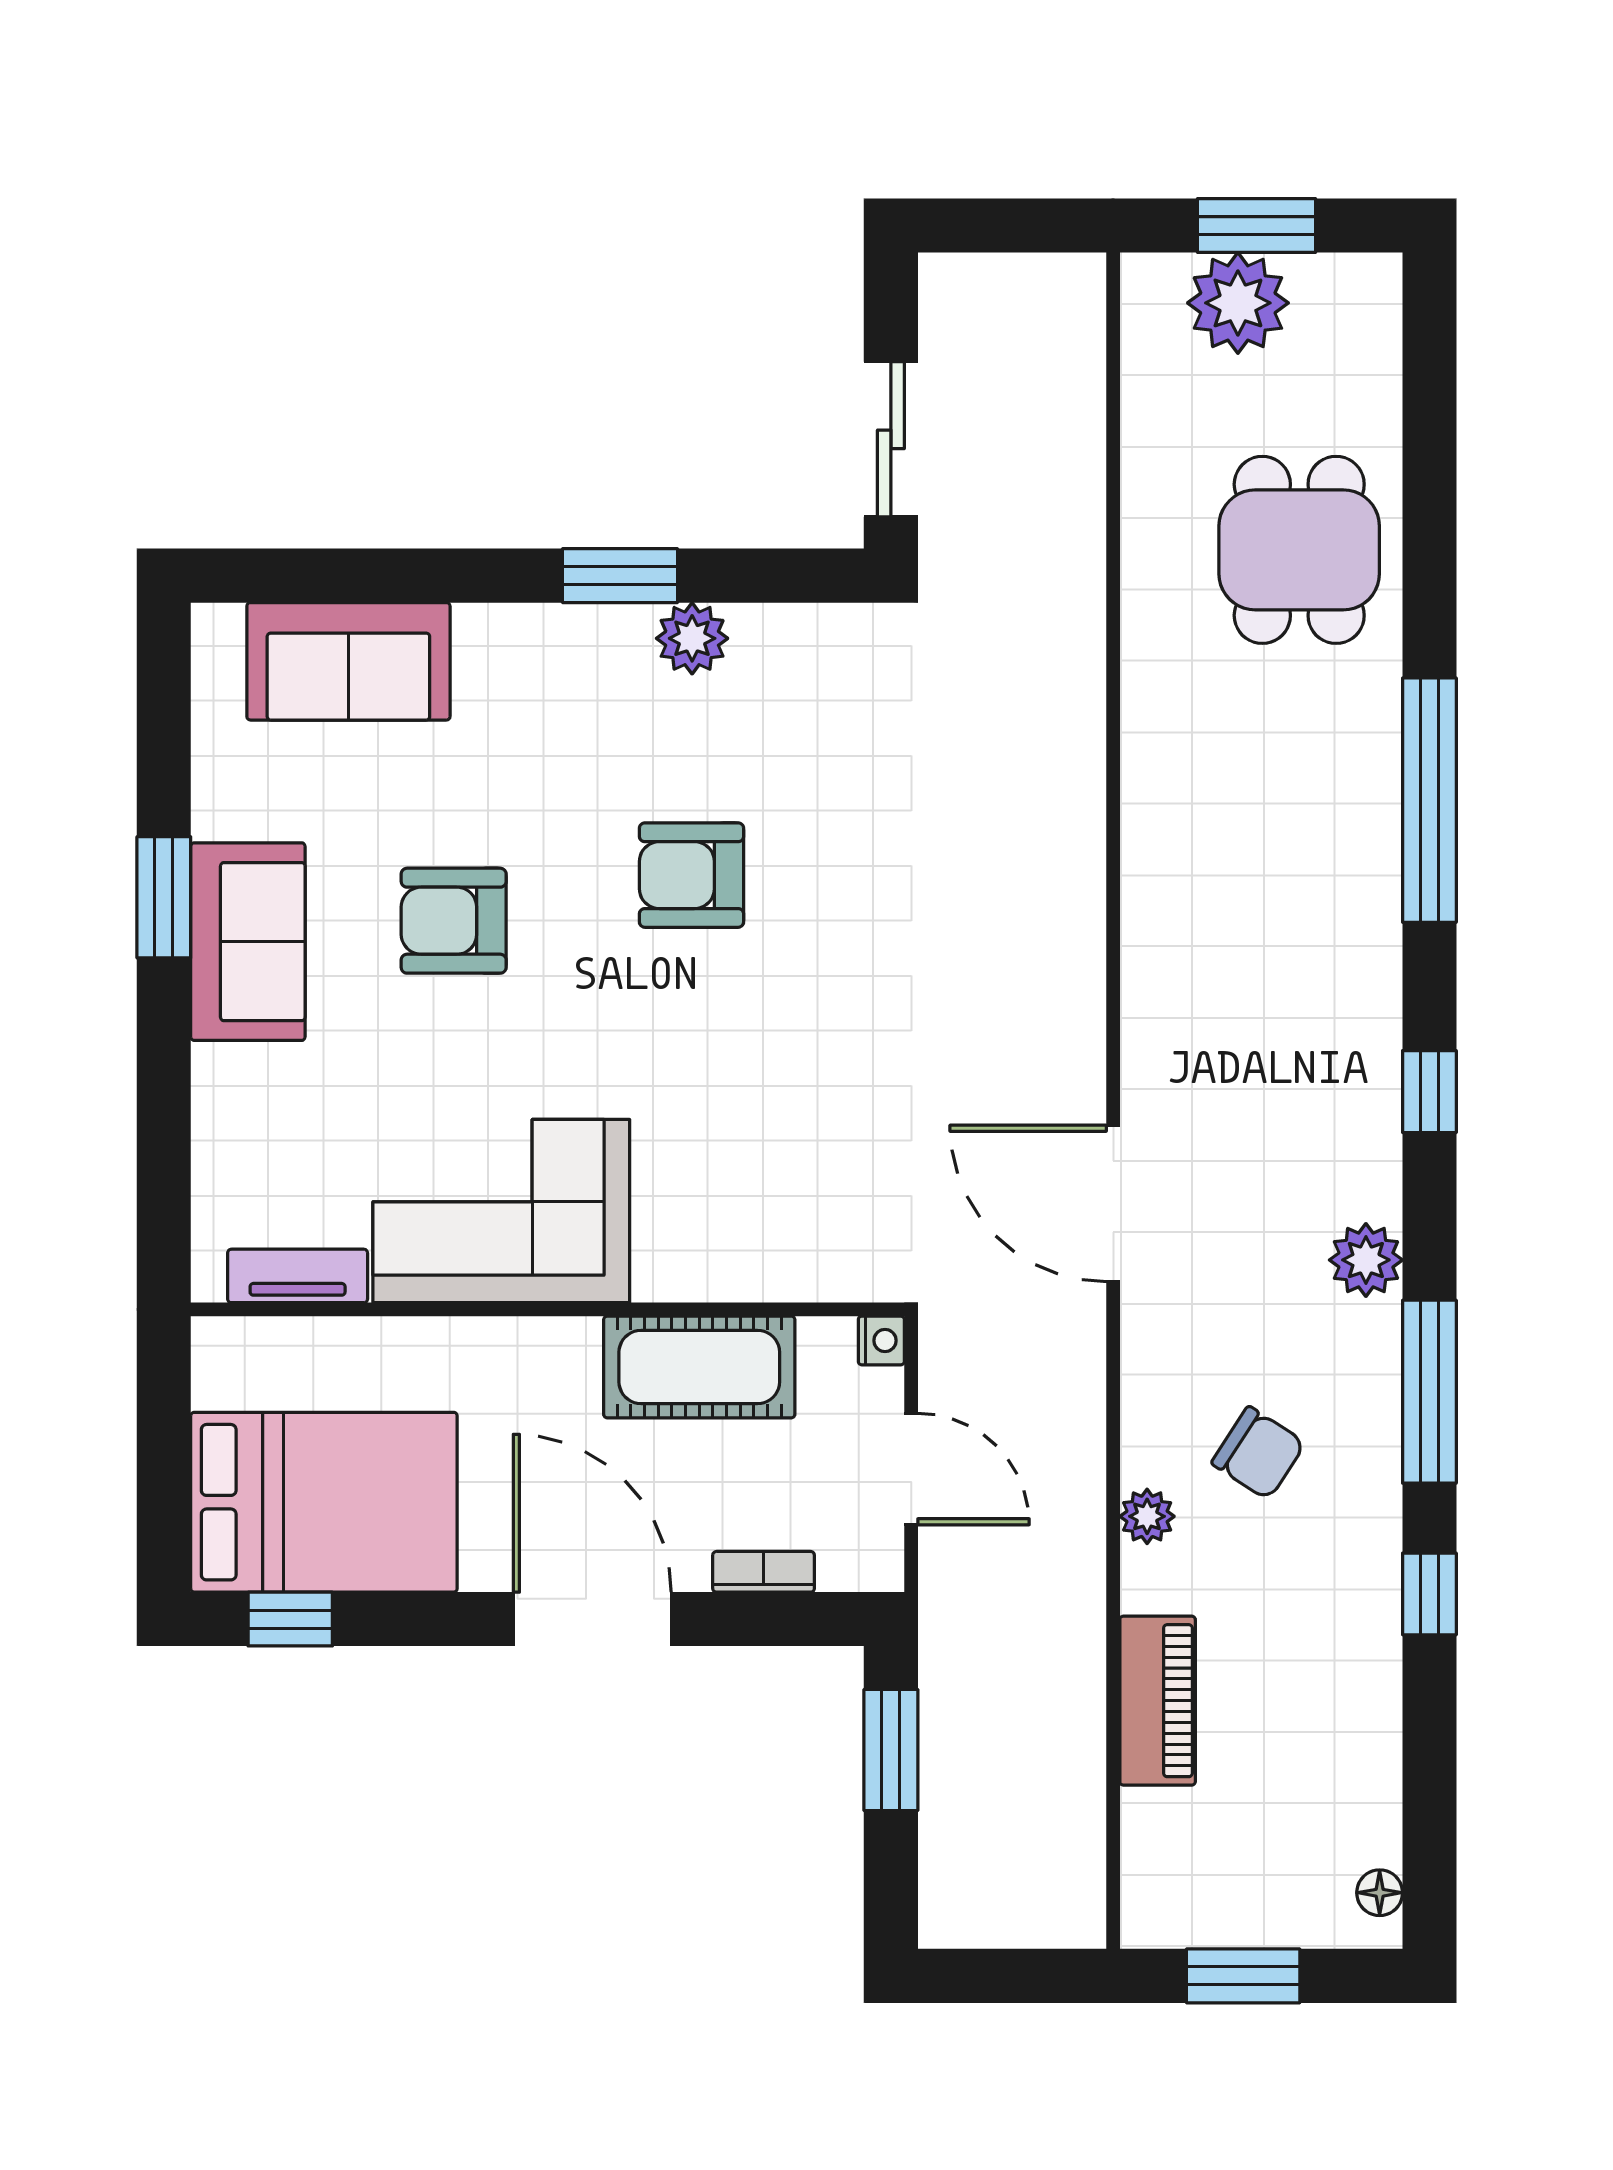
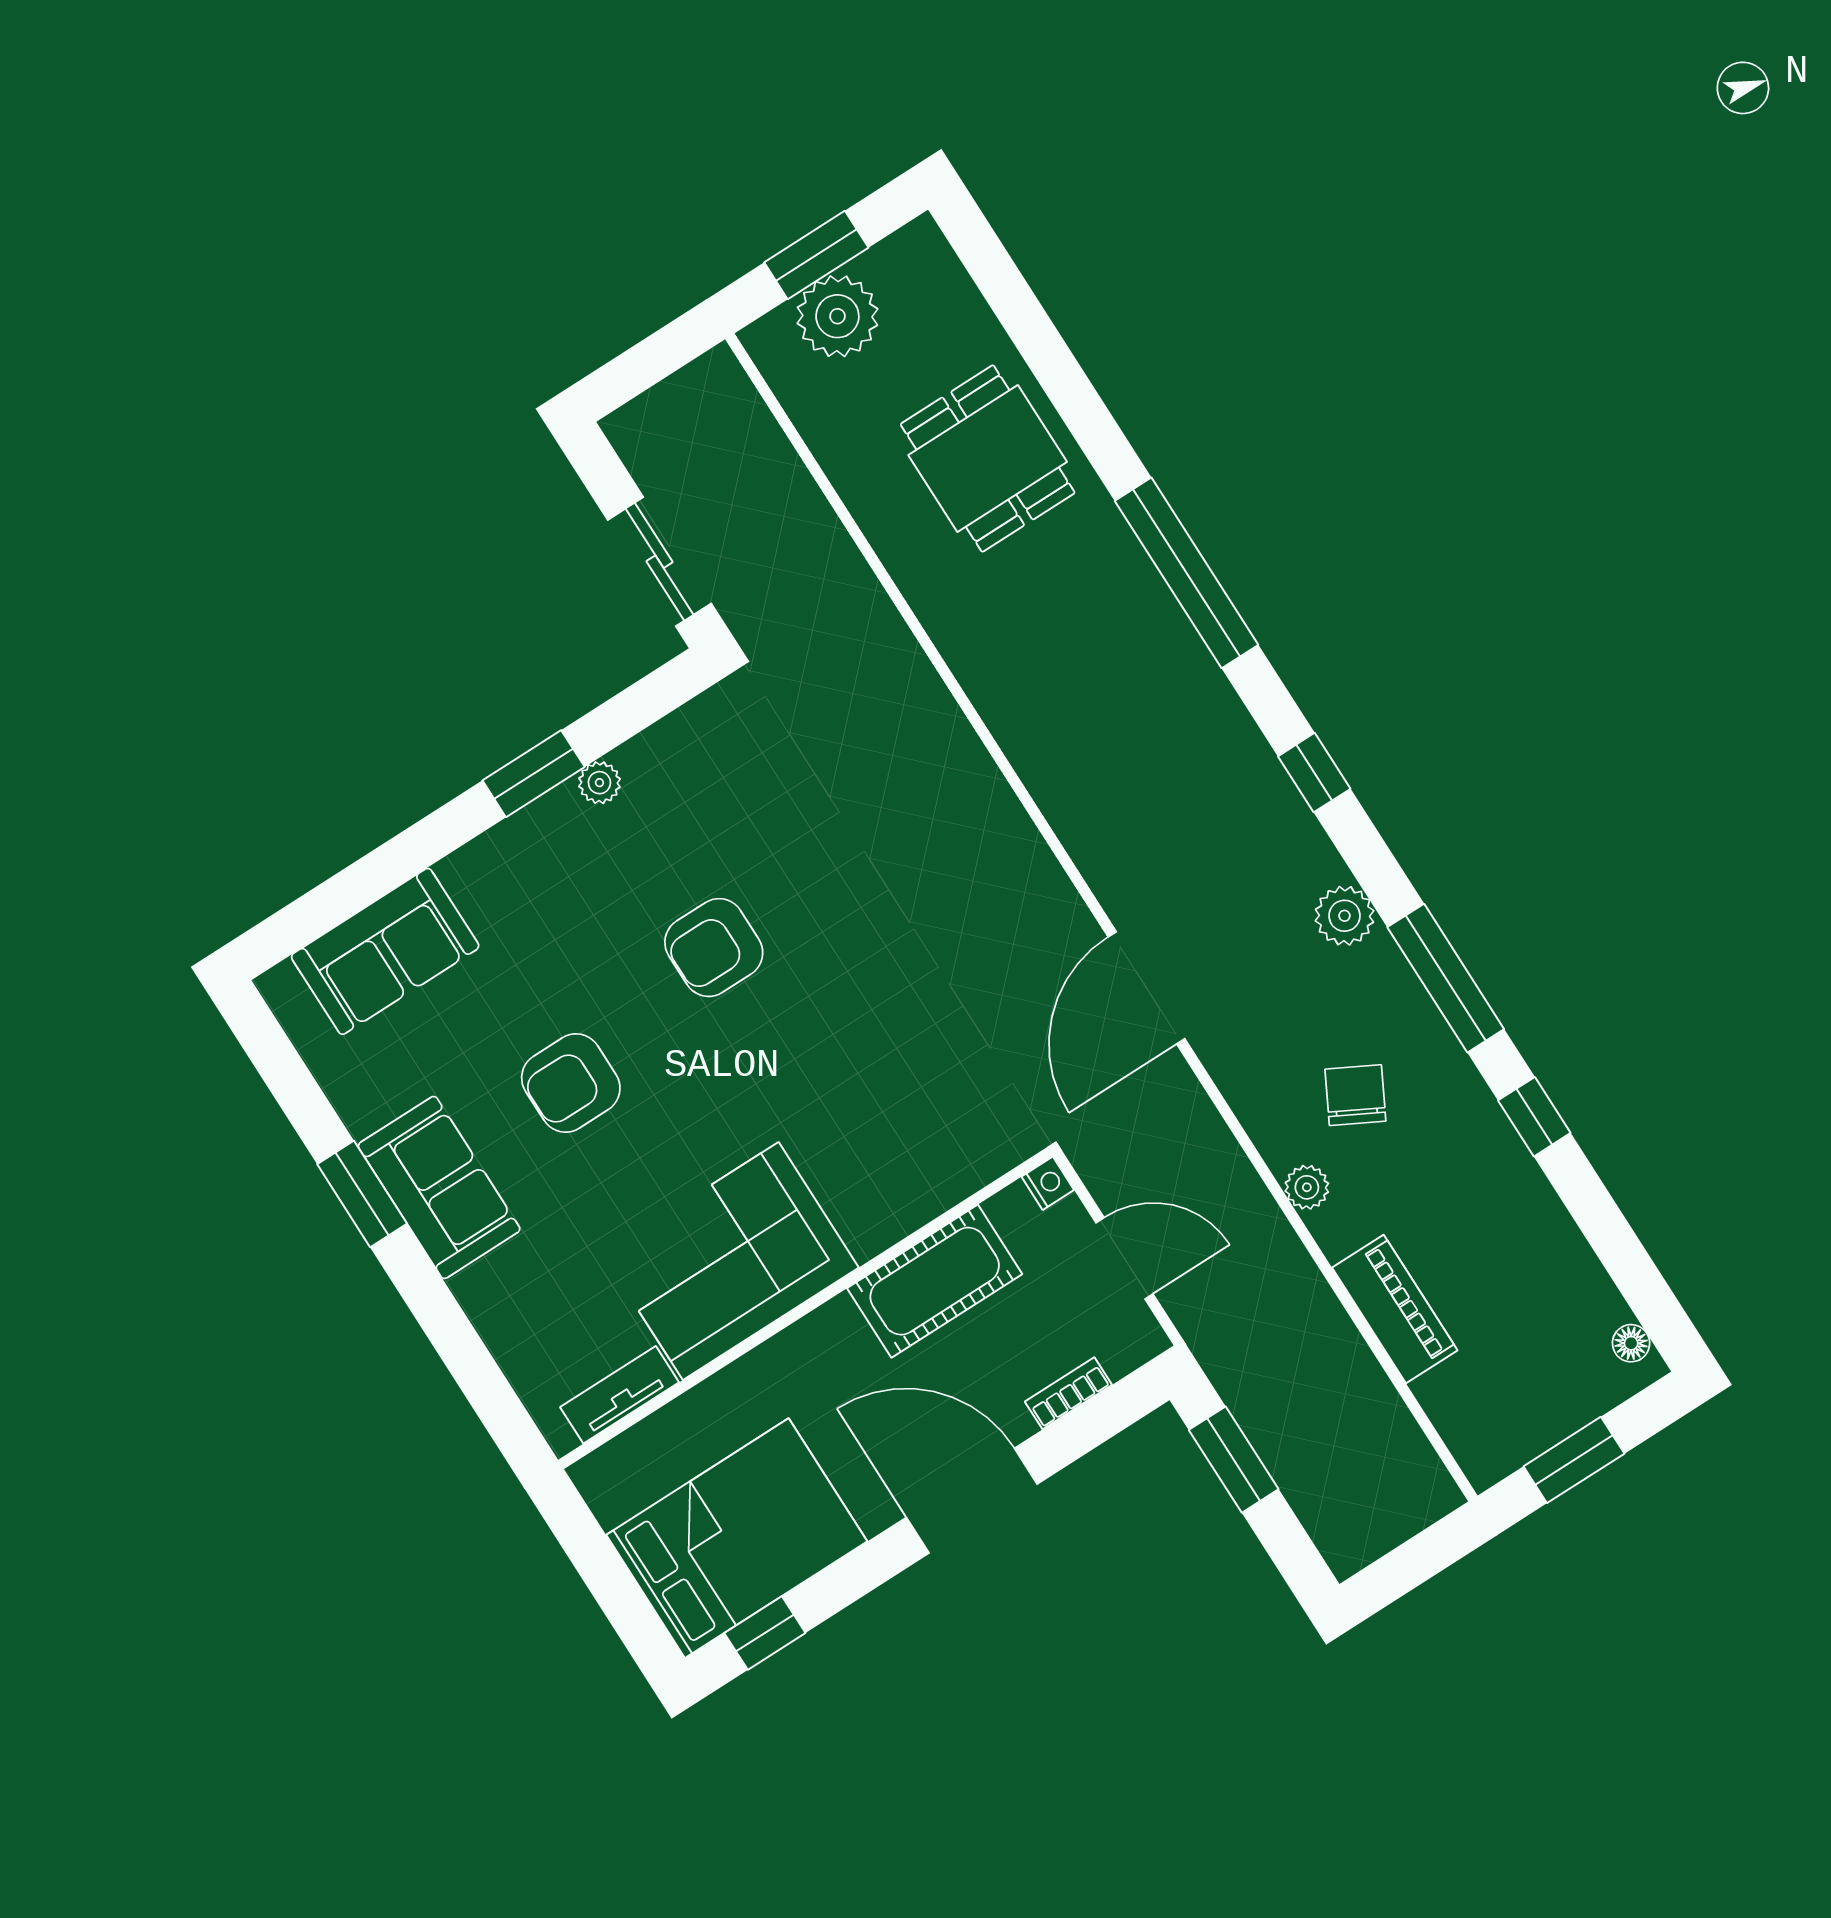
plant: (692, 638) -> (599, 783), width x0.73, depth x0.73
door: (1113, 1203) -> (1146, 988), hinge flipped
chair: (1258, 1453) -> (1355, 1095), turned -95

